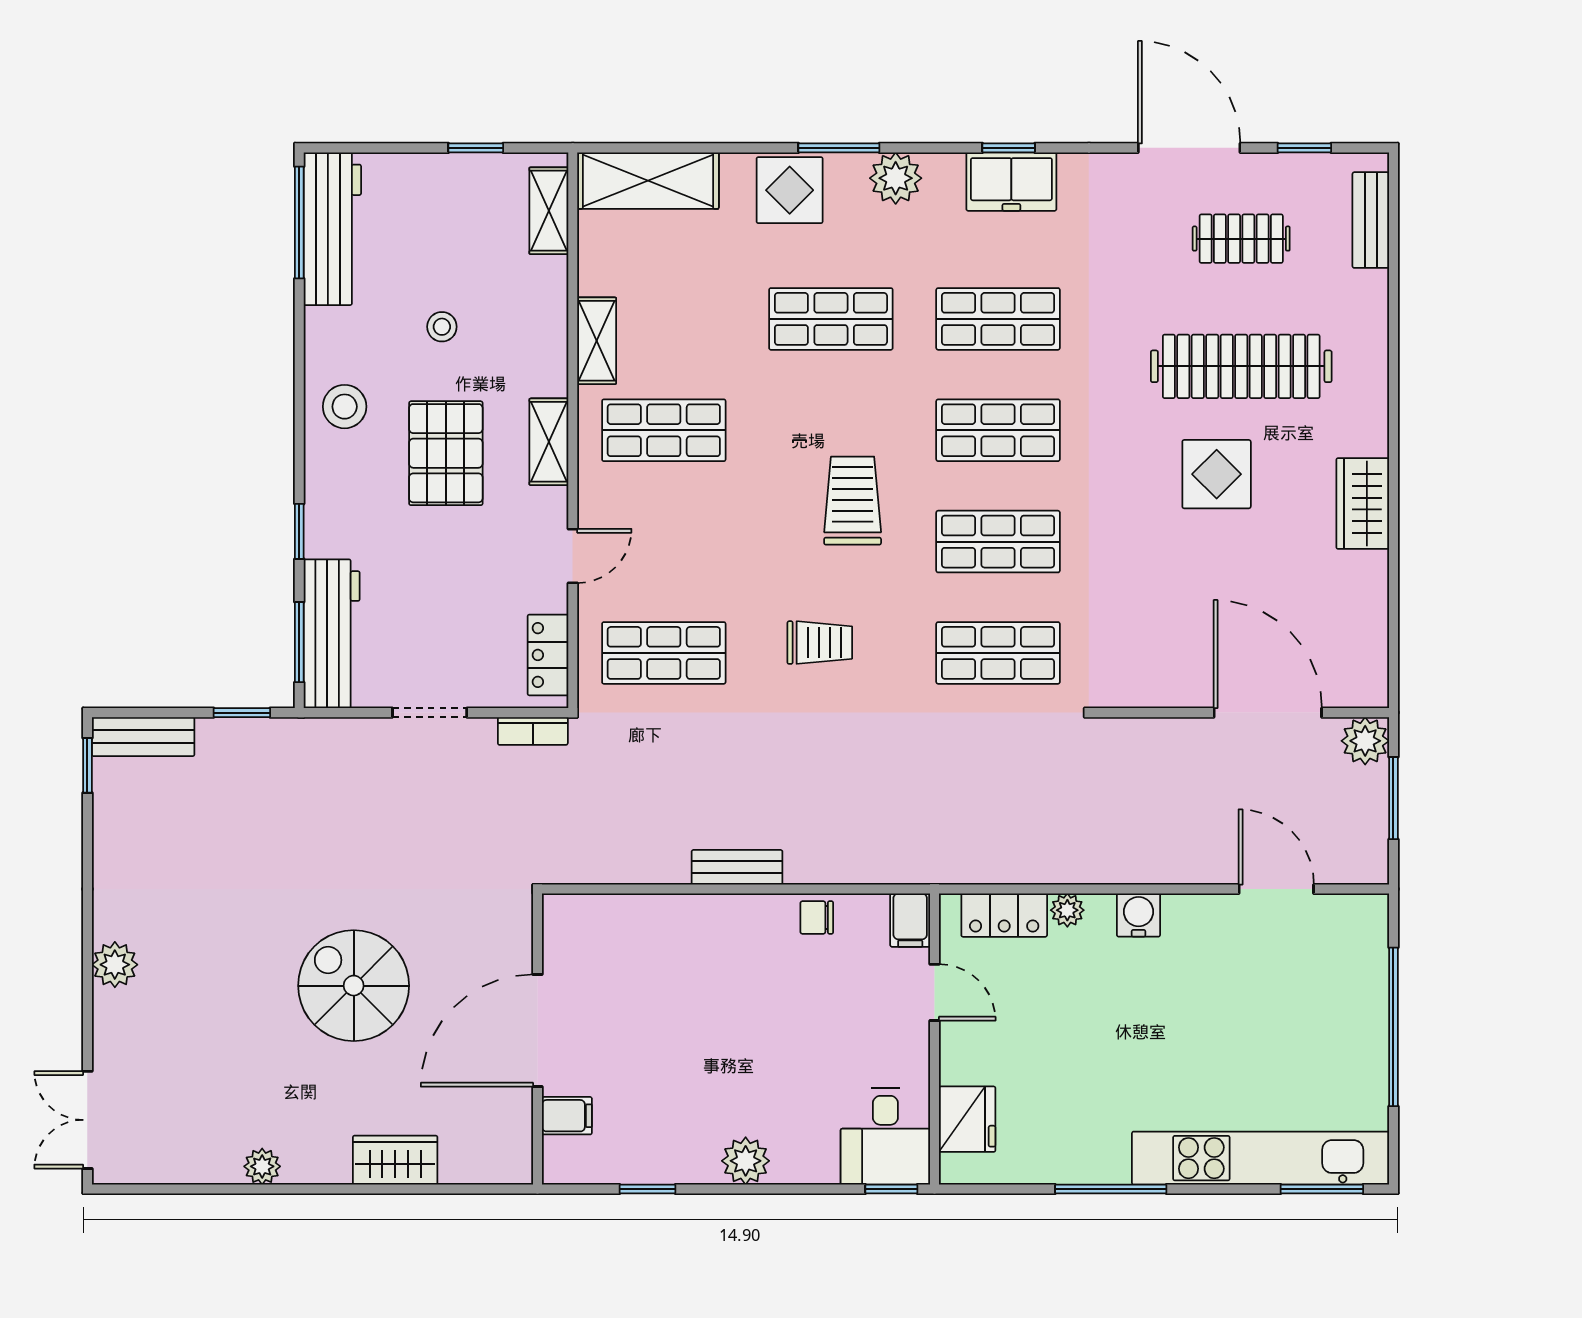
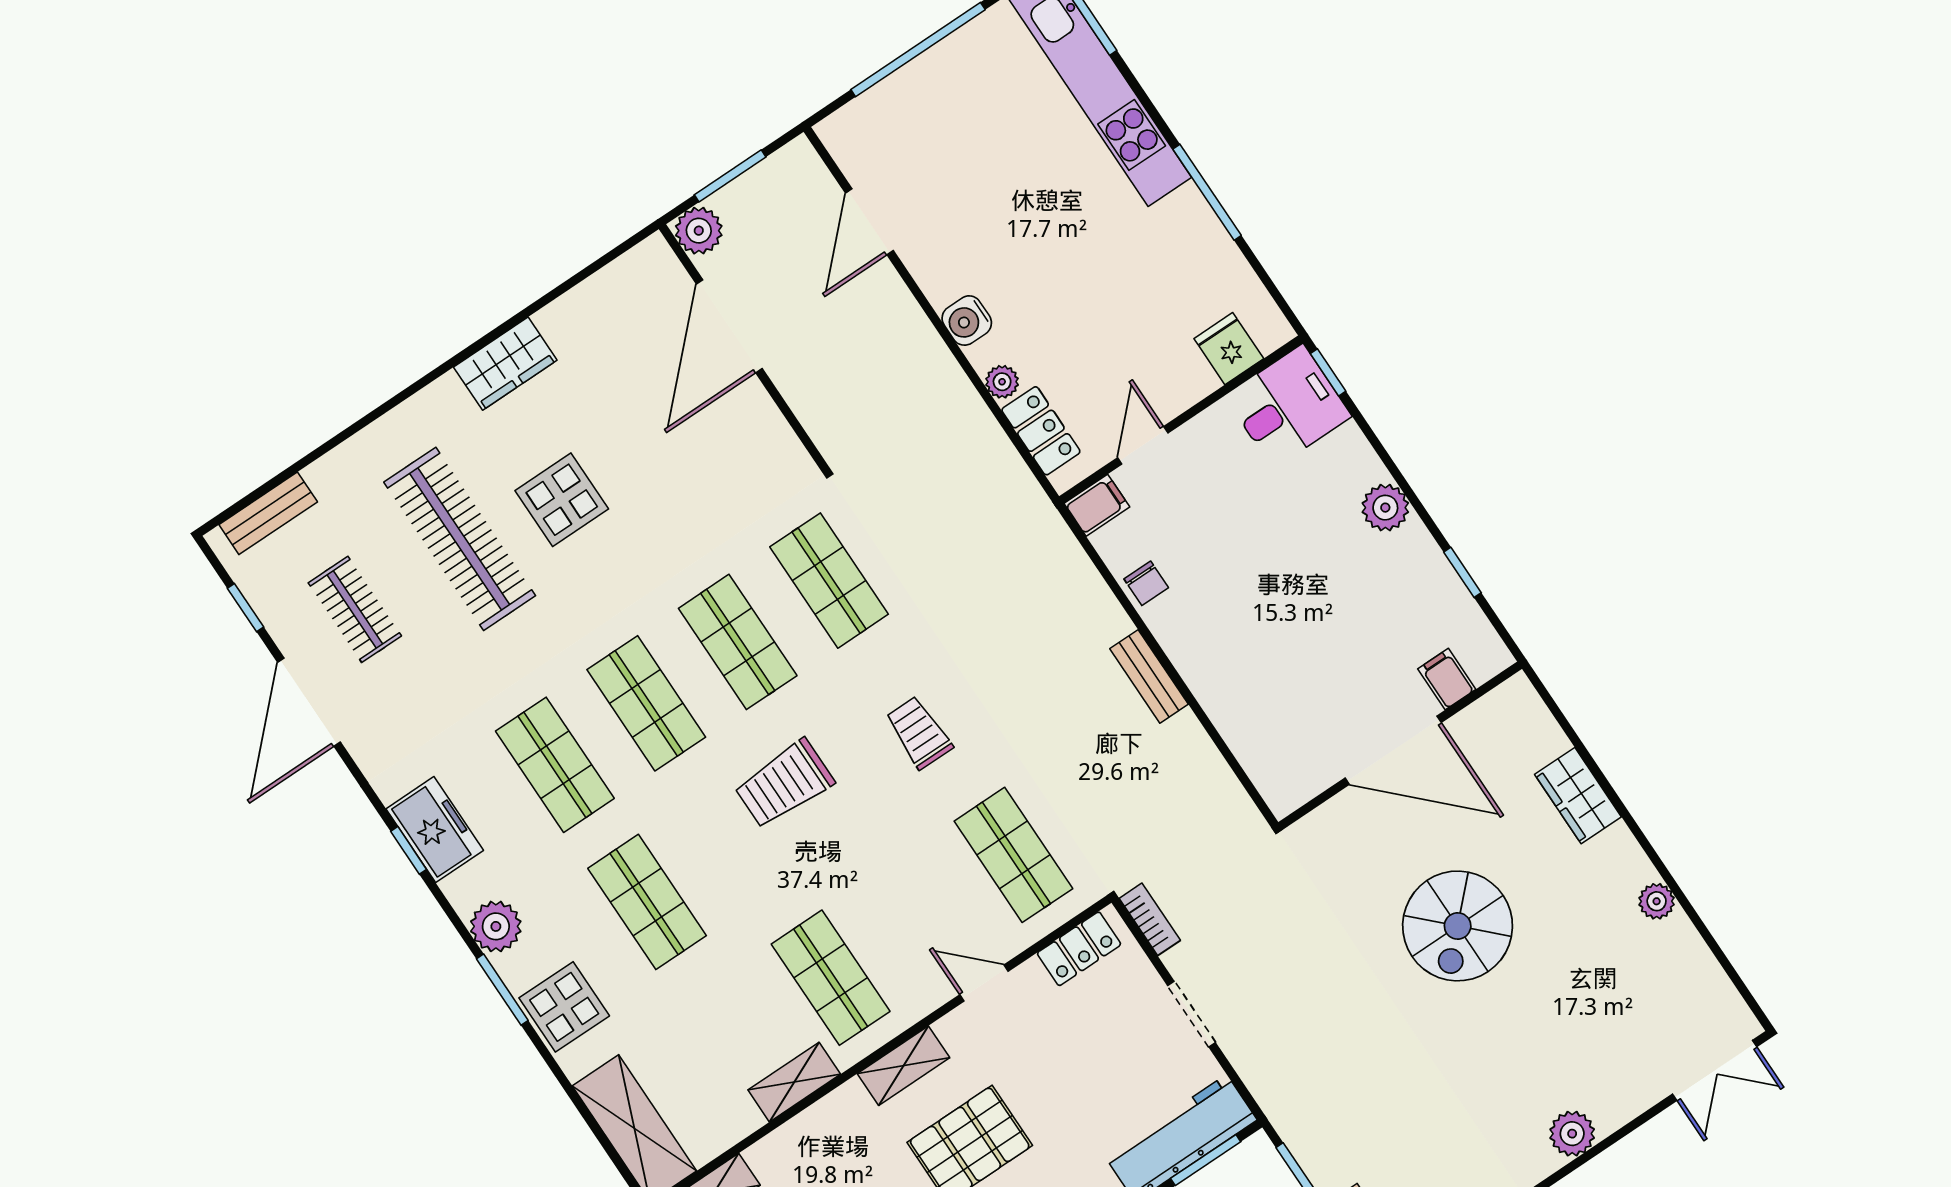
fridge: (967, 1119) -> (1229, 349), width x0.72

